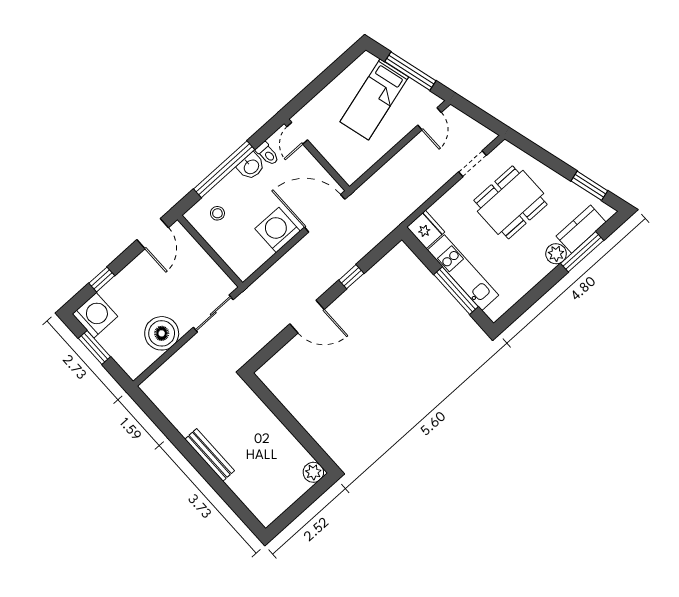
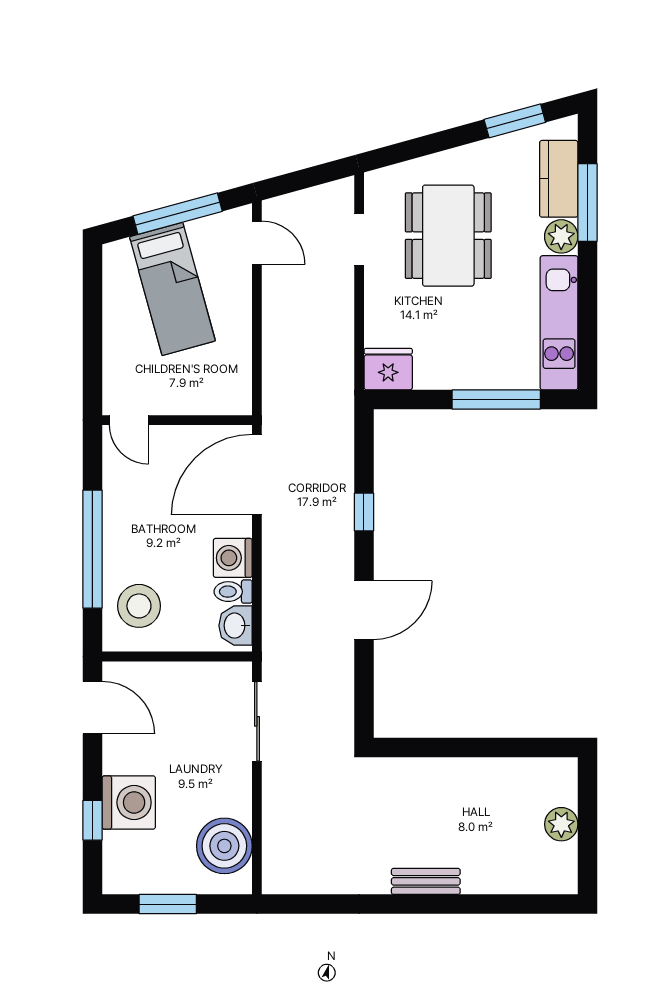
toilet: (267, 154) -> (233, 592), moved, turned 180
washbasin: (251, 166) -> (235, 626), moved, turned 180
stool: (217, 213) -> (139, 606), width x1.89, depth x1.89
washing machine: (278, 230) -> (233, 558), width x0.73, depth x0.73
kitchen unit: (463, 273) -> (559, 323), moved, turned -90
washing machine: (95, 315) -> (129, 802), moved, turned 90
boiler: (162, 333) -> (224, 846), moved
bench: (210, 455) -> (426, 881), width x0.73
plant: (313, 472) -> (561, 824), moved

